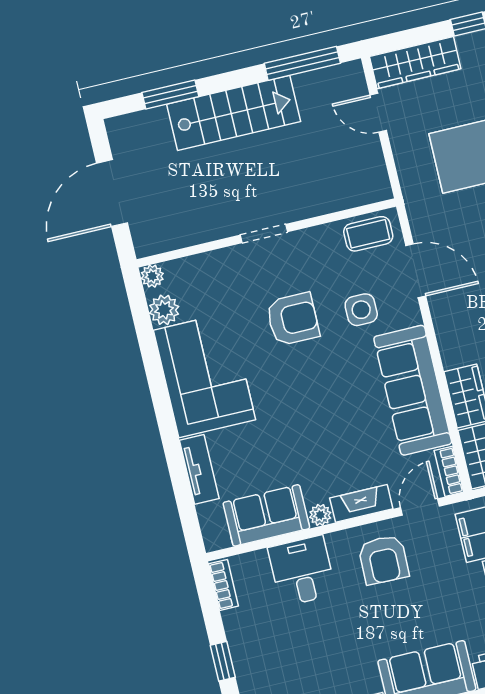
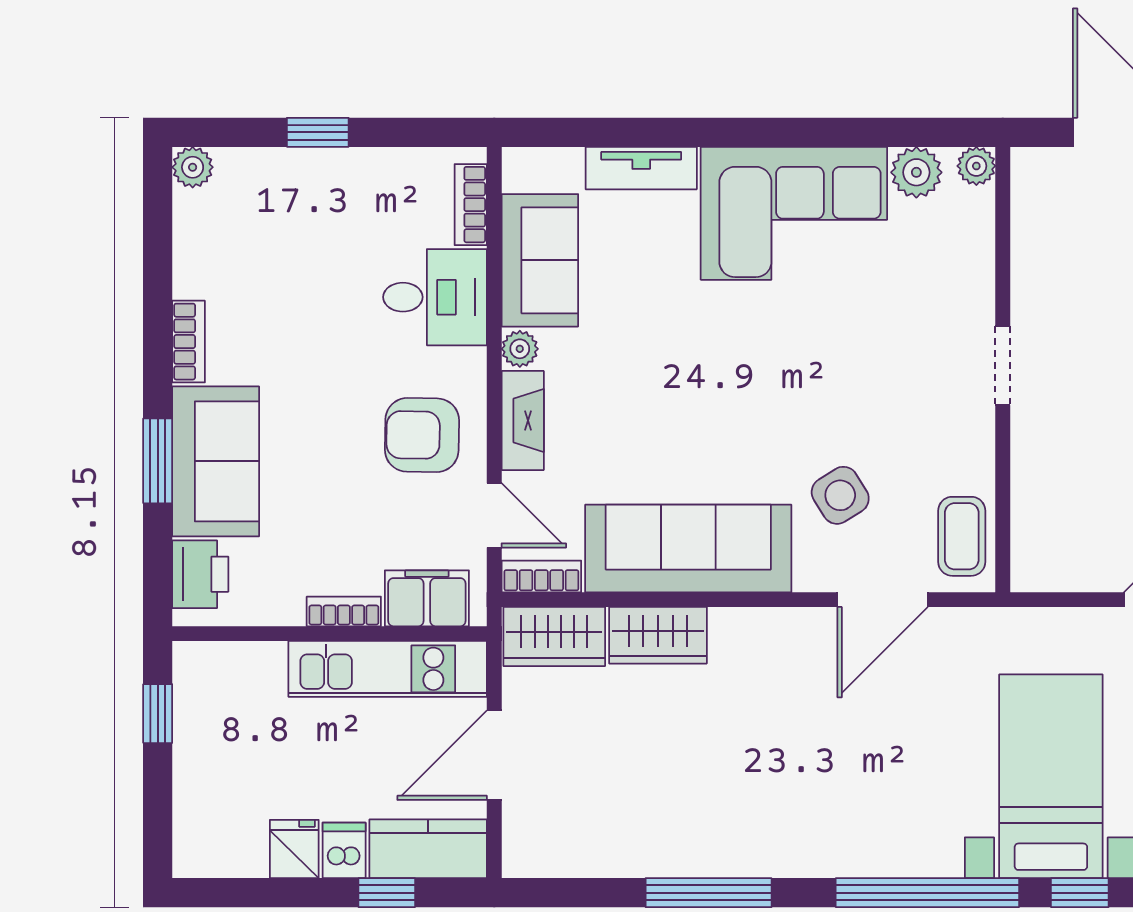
side table: (361, 310) -> (840, 495), turned -32
armchair: (293, 319) -> (851, 380), removed
bookcase: (223, 585) -> (471, 205), moved, turned 90

